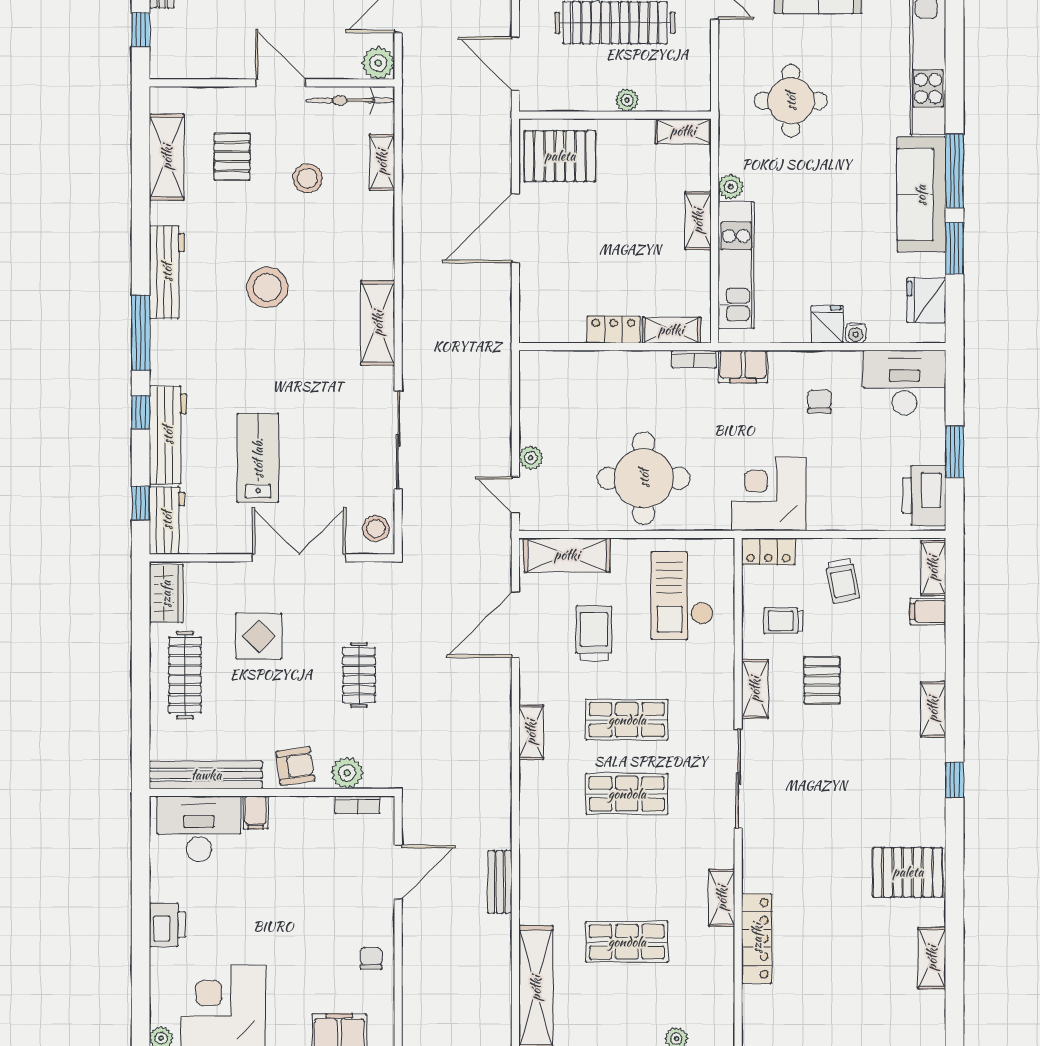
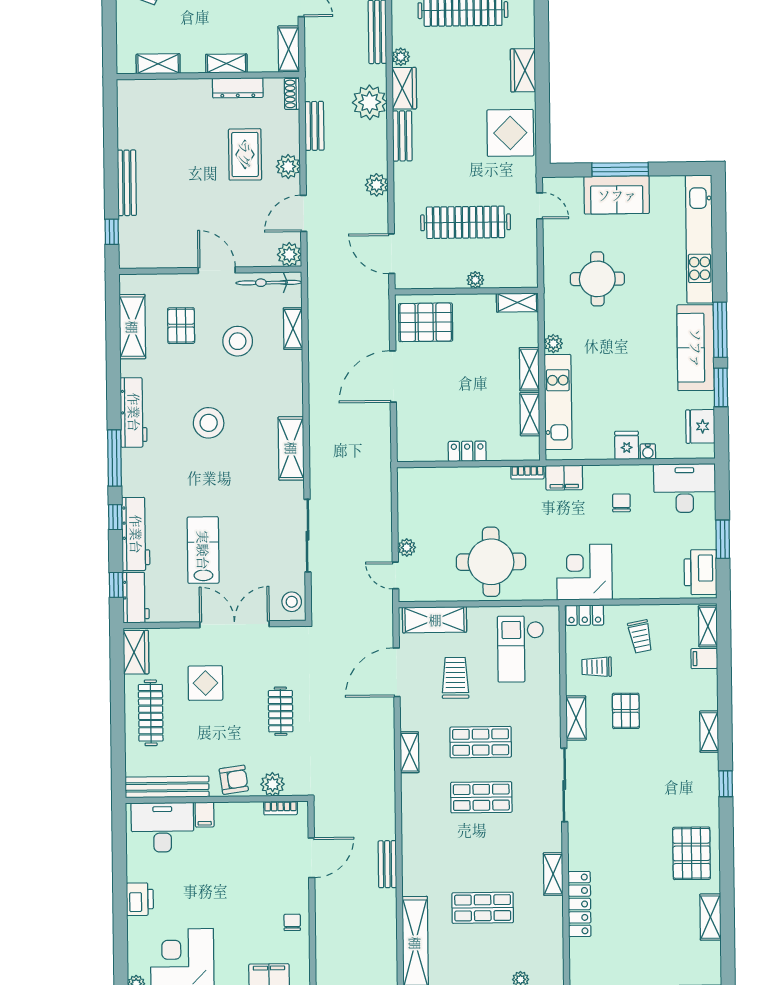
stool: (308, 178) -> (238, 341), width x1.38, depth x1.38
shelving: (671, 330) -> (530, 414), moved, turned 90
pallet: (908, 872) -> (692, 853), turned 90

